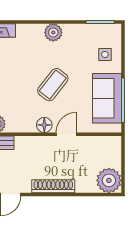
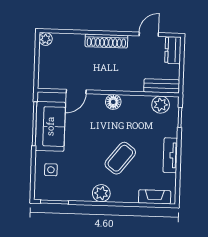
coffee table: (53, 85) -> (120, 158), moved
door: (66, 134) -> (76, 91), moved
plant: (109, 180) -> (46, 39), width x0.53, depth x0.53

